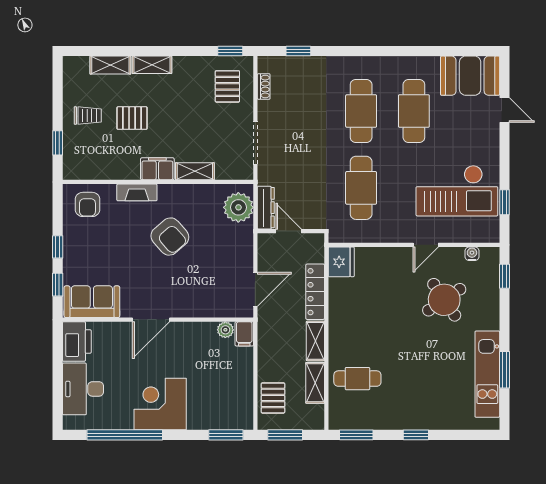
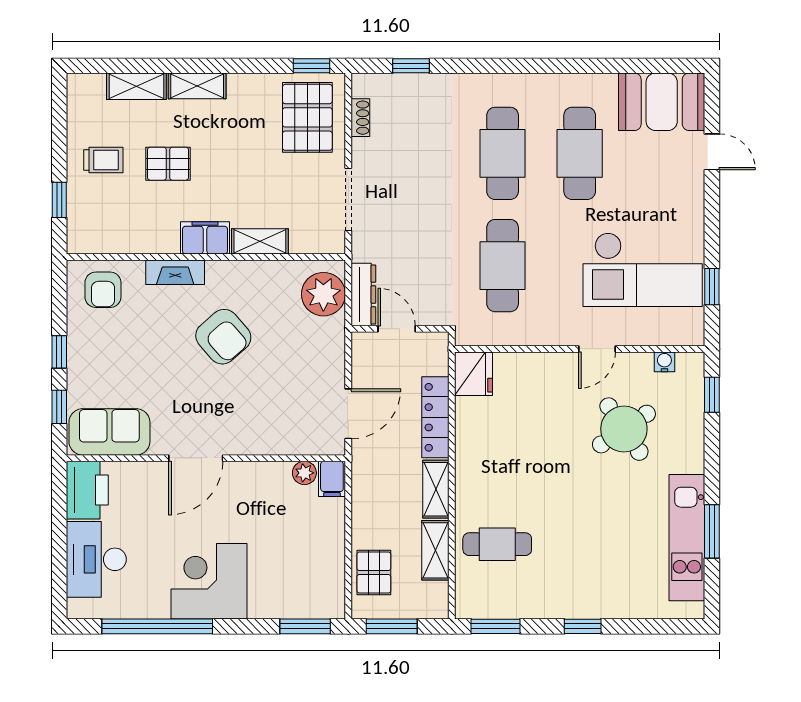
pallet: (227, 86) -> (307, 117), width x1.50, depth x1.42

